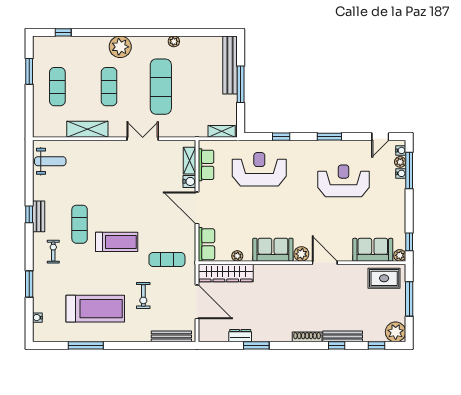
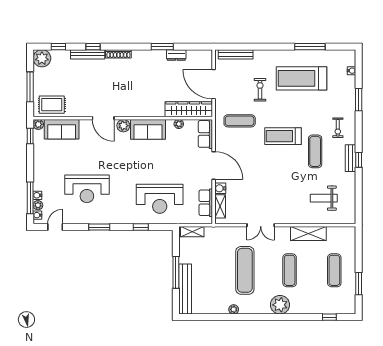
weight bench: (50, 161) -> (324, 198), moved

